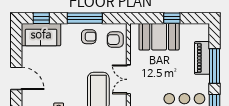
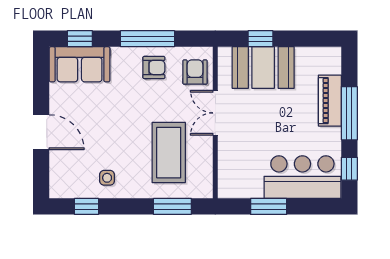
window: (172, 18) -> (261, 39), moved
armchair: (115, 40) -> (195, 72), turned 90
double door: (128, 79) -> (215, 113), moved

